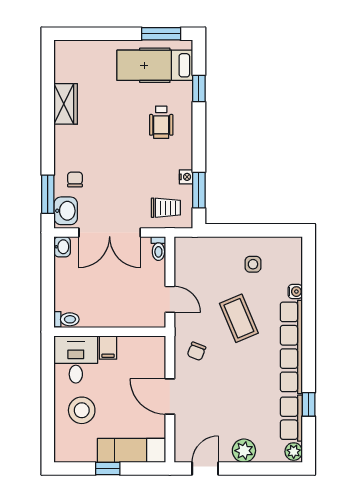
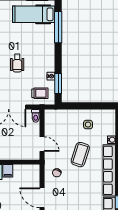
window: (199, 88) -> (58, 27), width x2.17
wheelchair: (161, 122) -> (17, 63), moved
coffee table: (239, 318) -> (80, 155), turned 41

